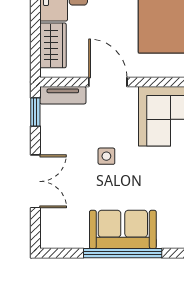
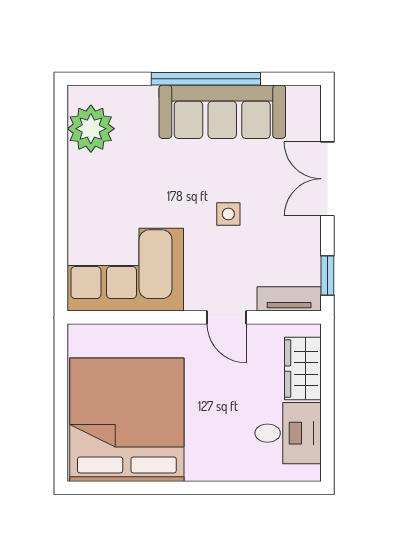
door: (108, 82) -> (226, 317), width x0.73
sofa: (123, 229) -> (222, 112), width x1.36

